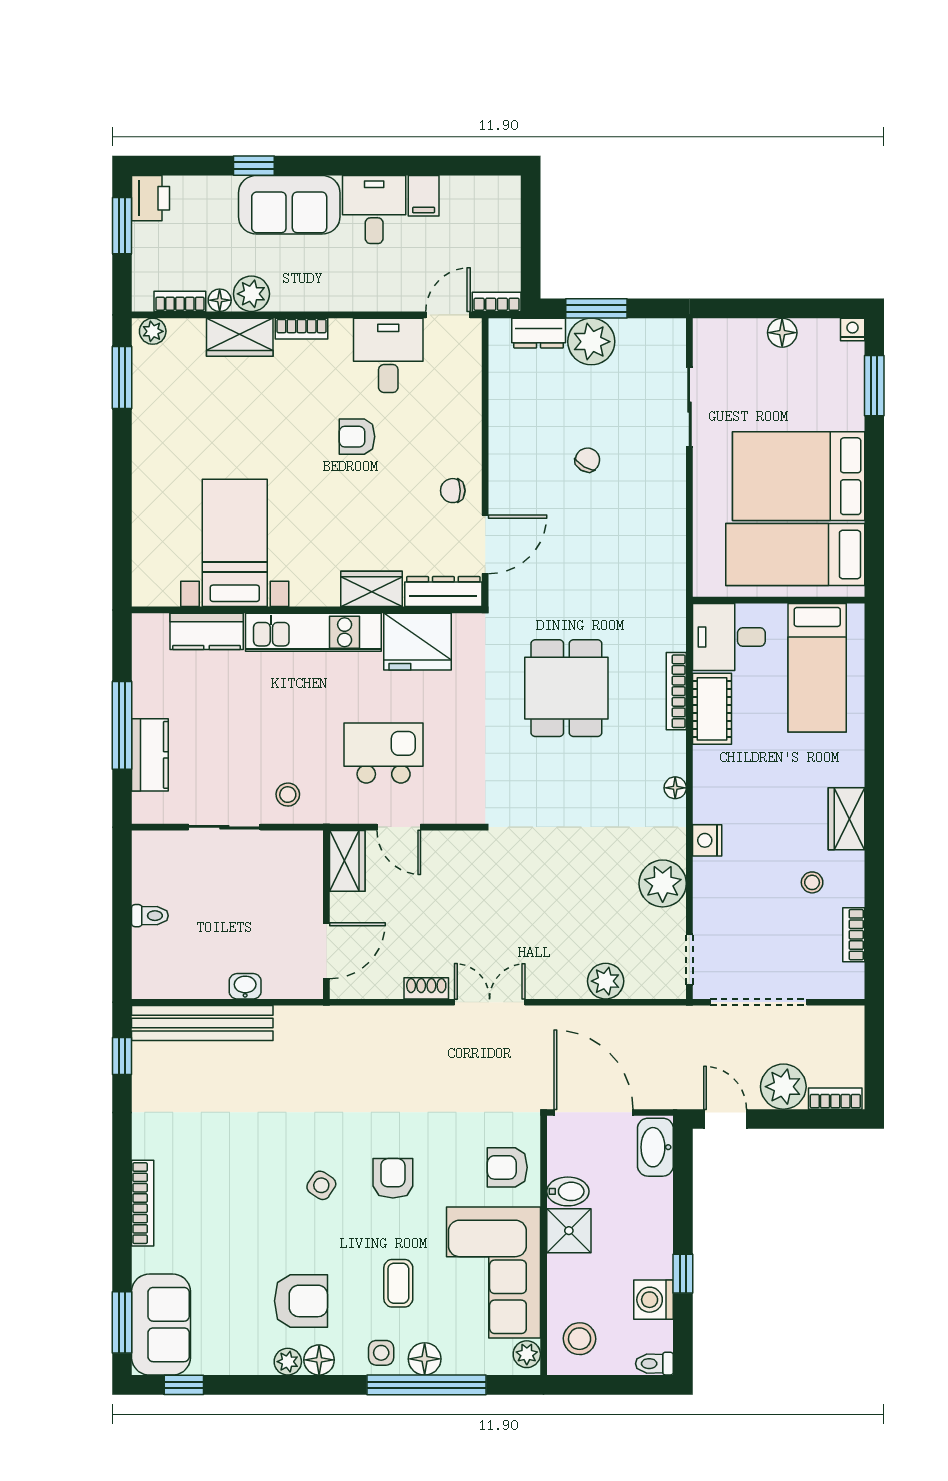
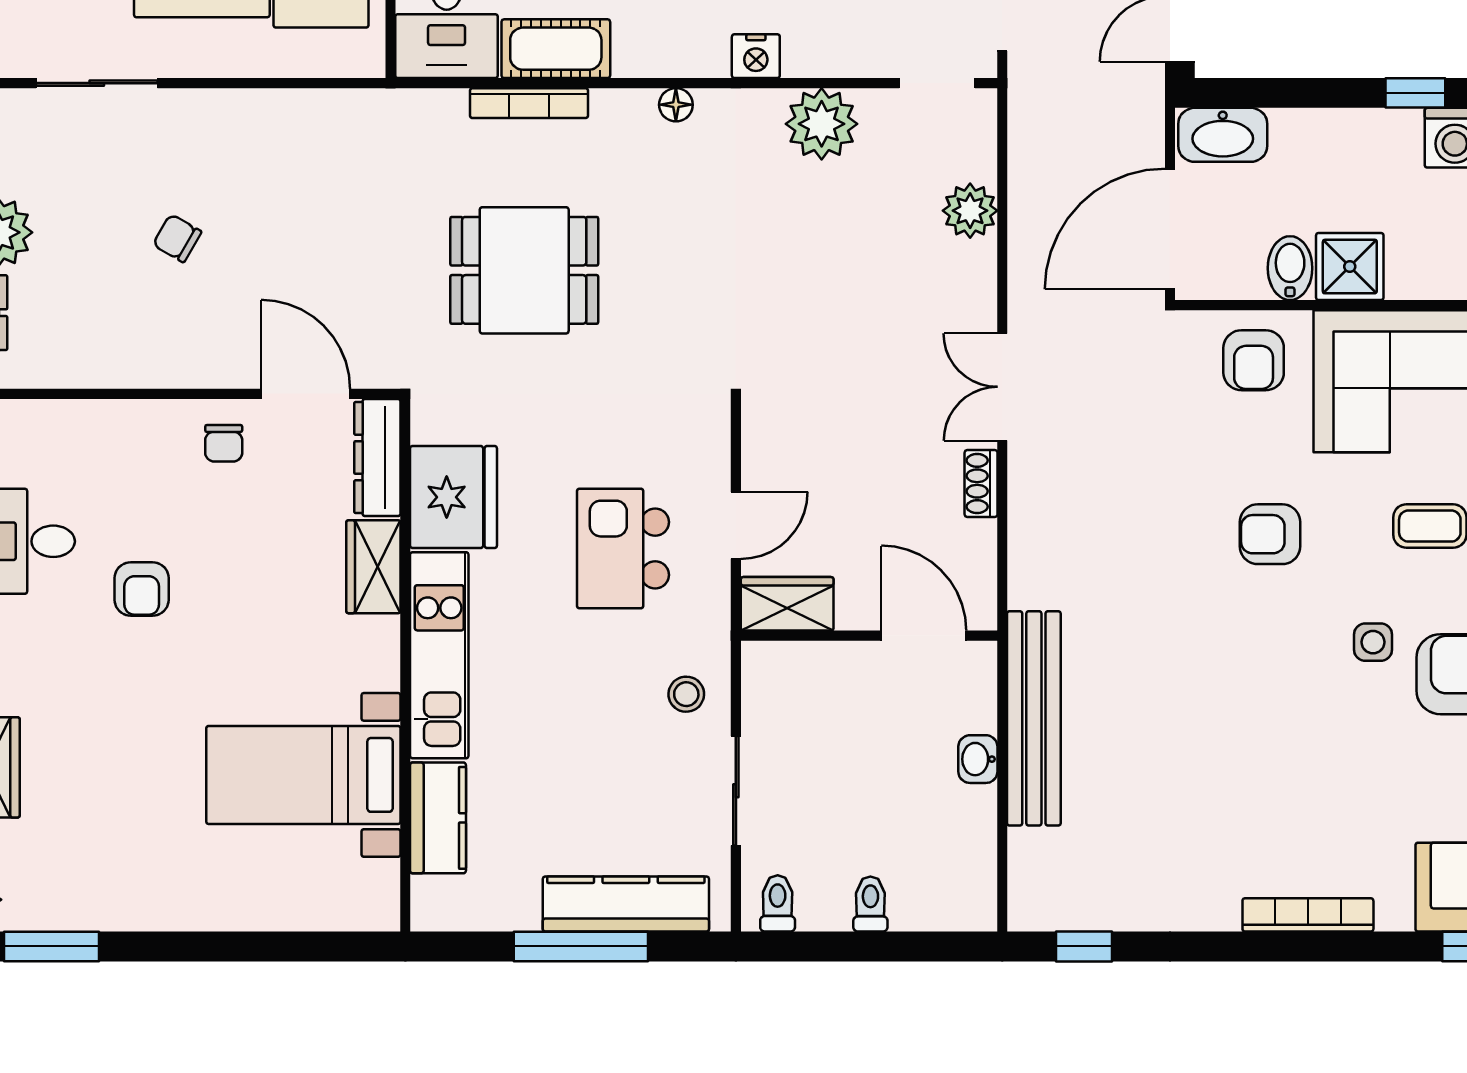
kitchen counter: (150, 755) -> (626, 904), width x1.50
toilet: (150, 855) -> (778, 903), added
bench: (202, 1023) -> (1034, 718), moved
side table: (321, 1185) -> (1373, 642), moved, turned -33

